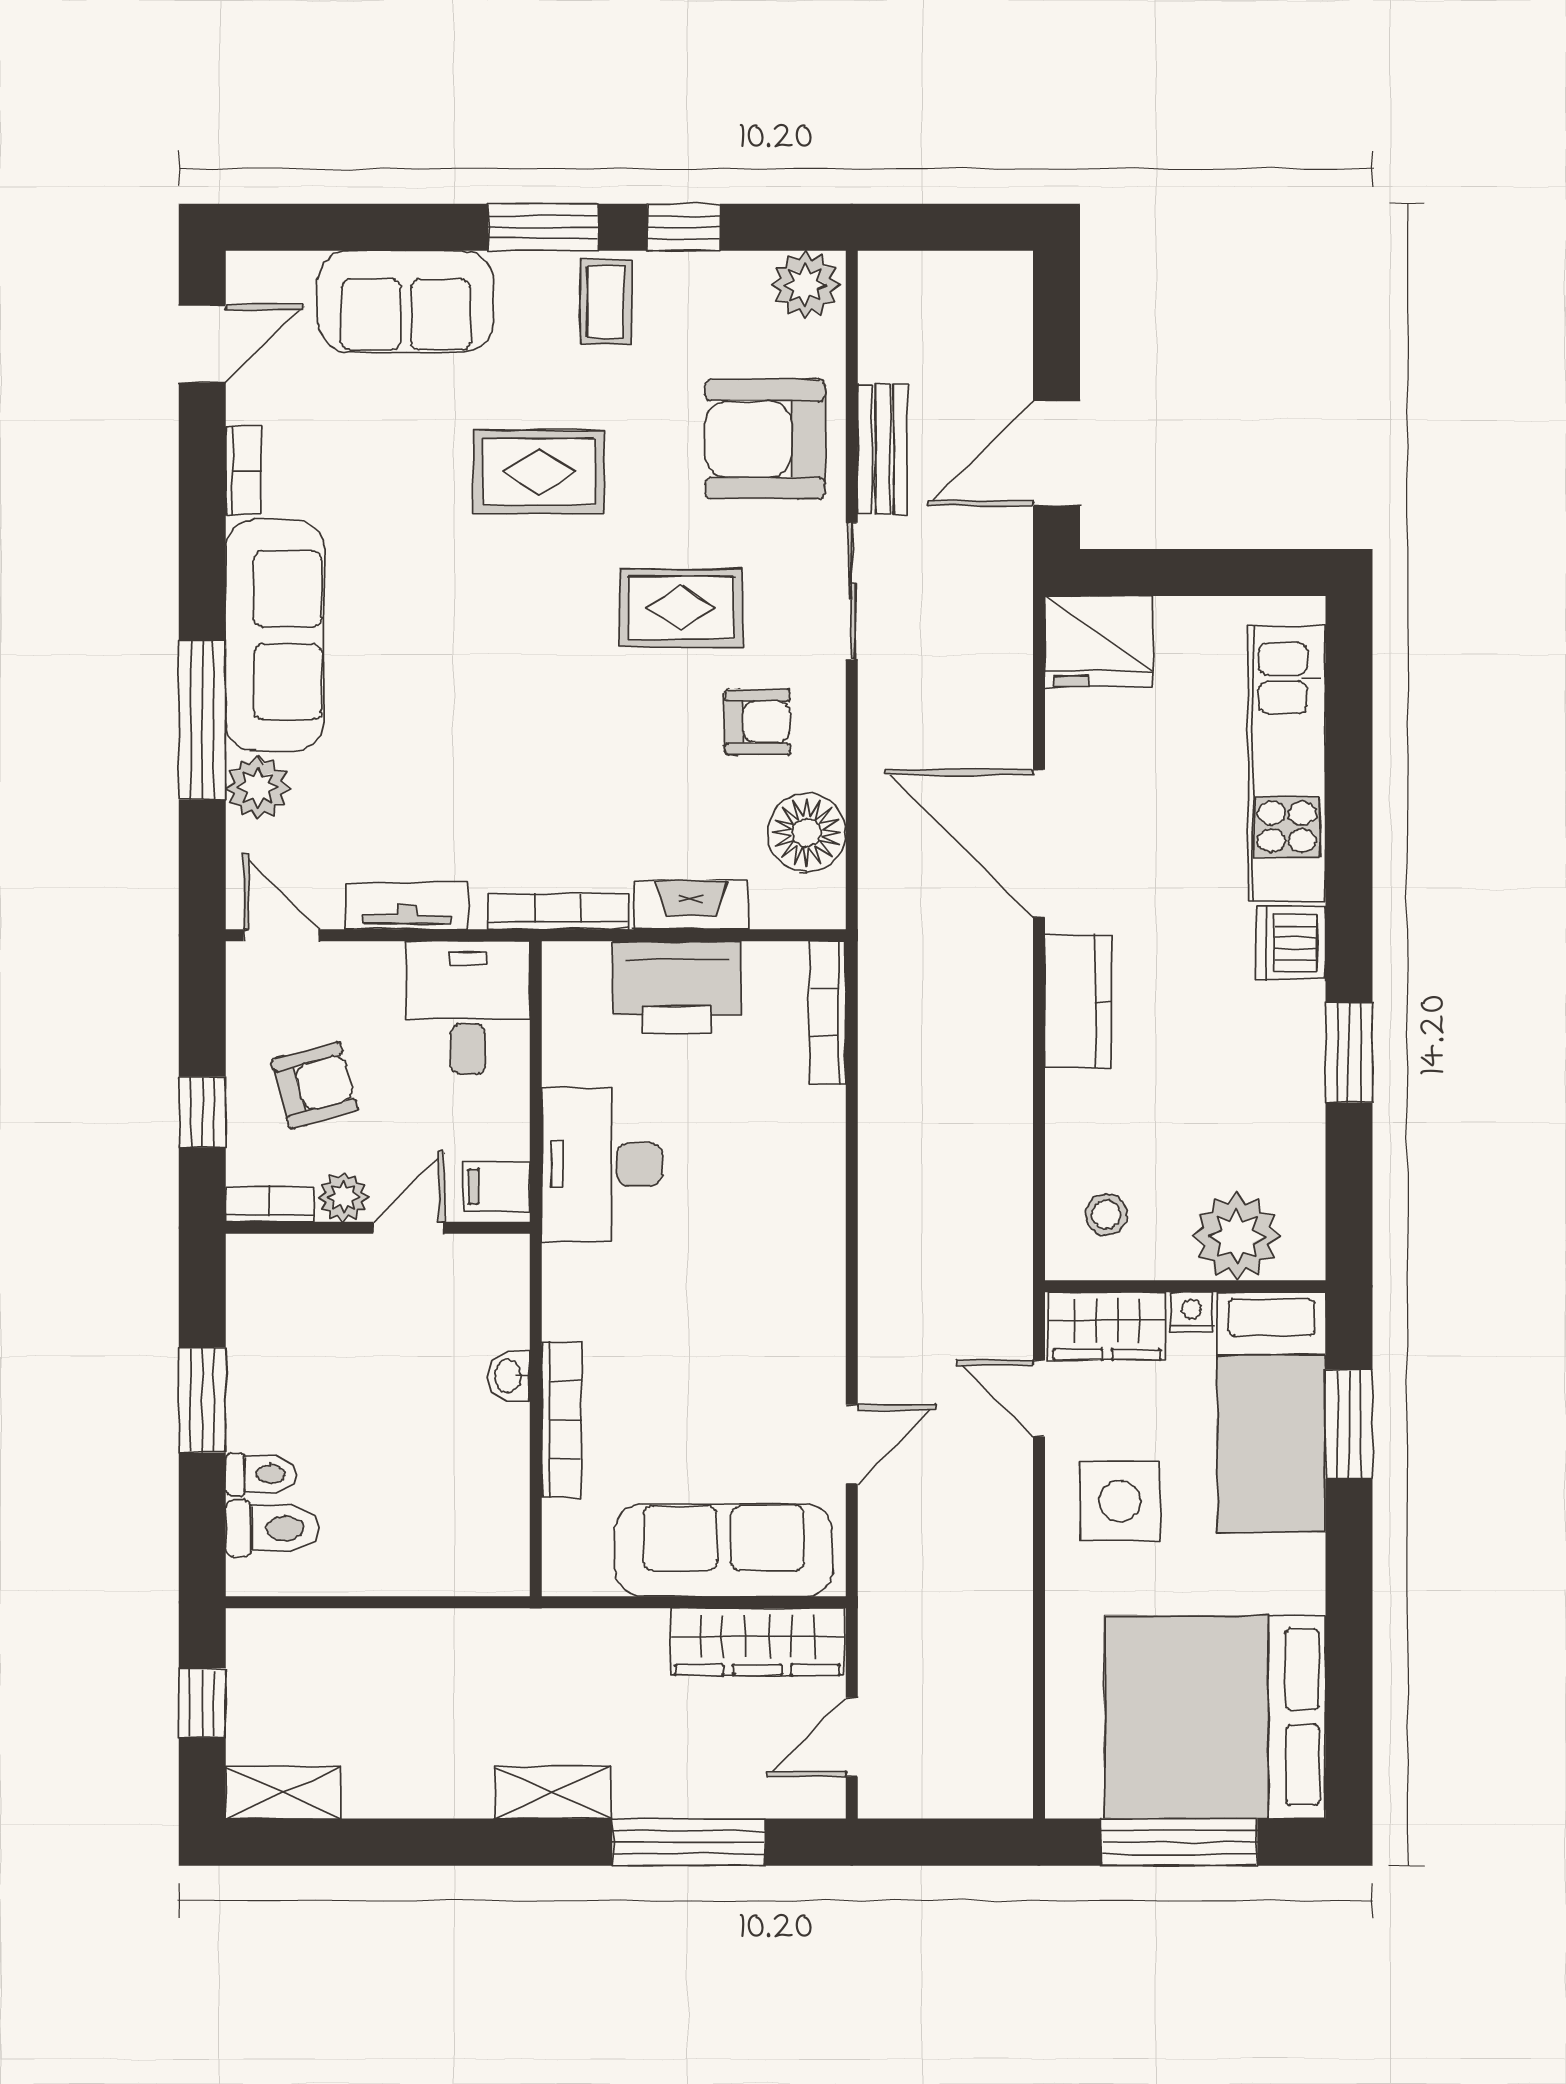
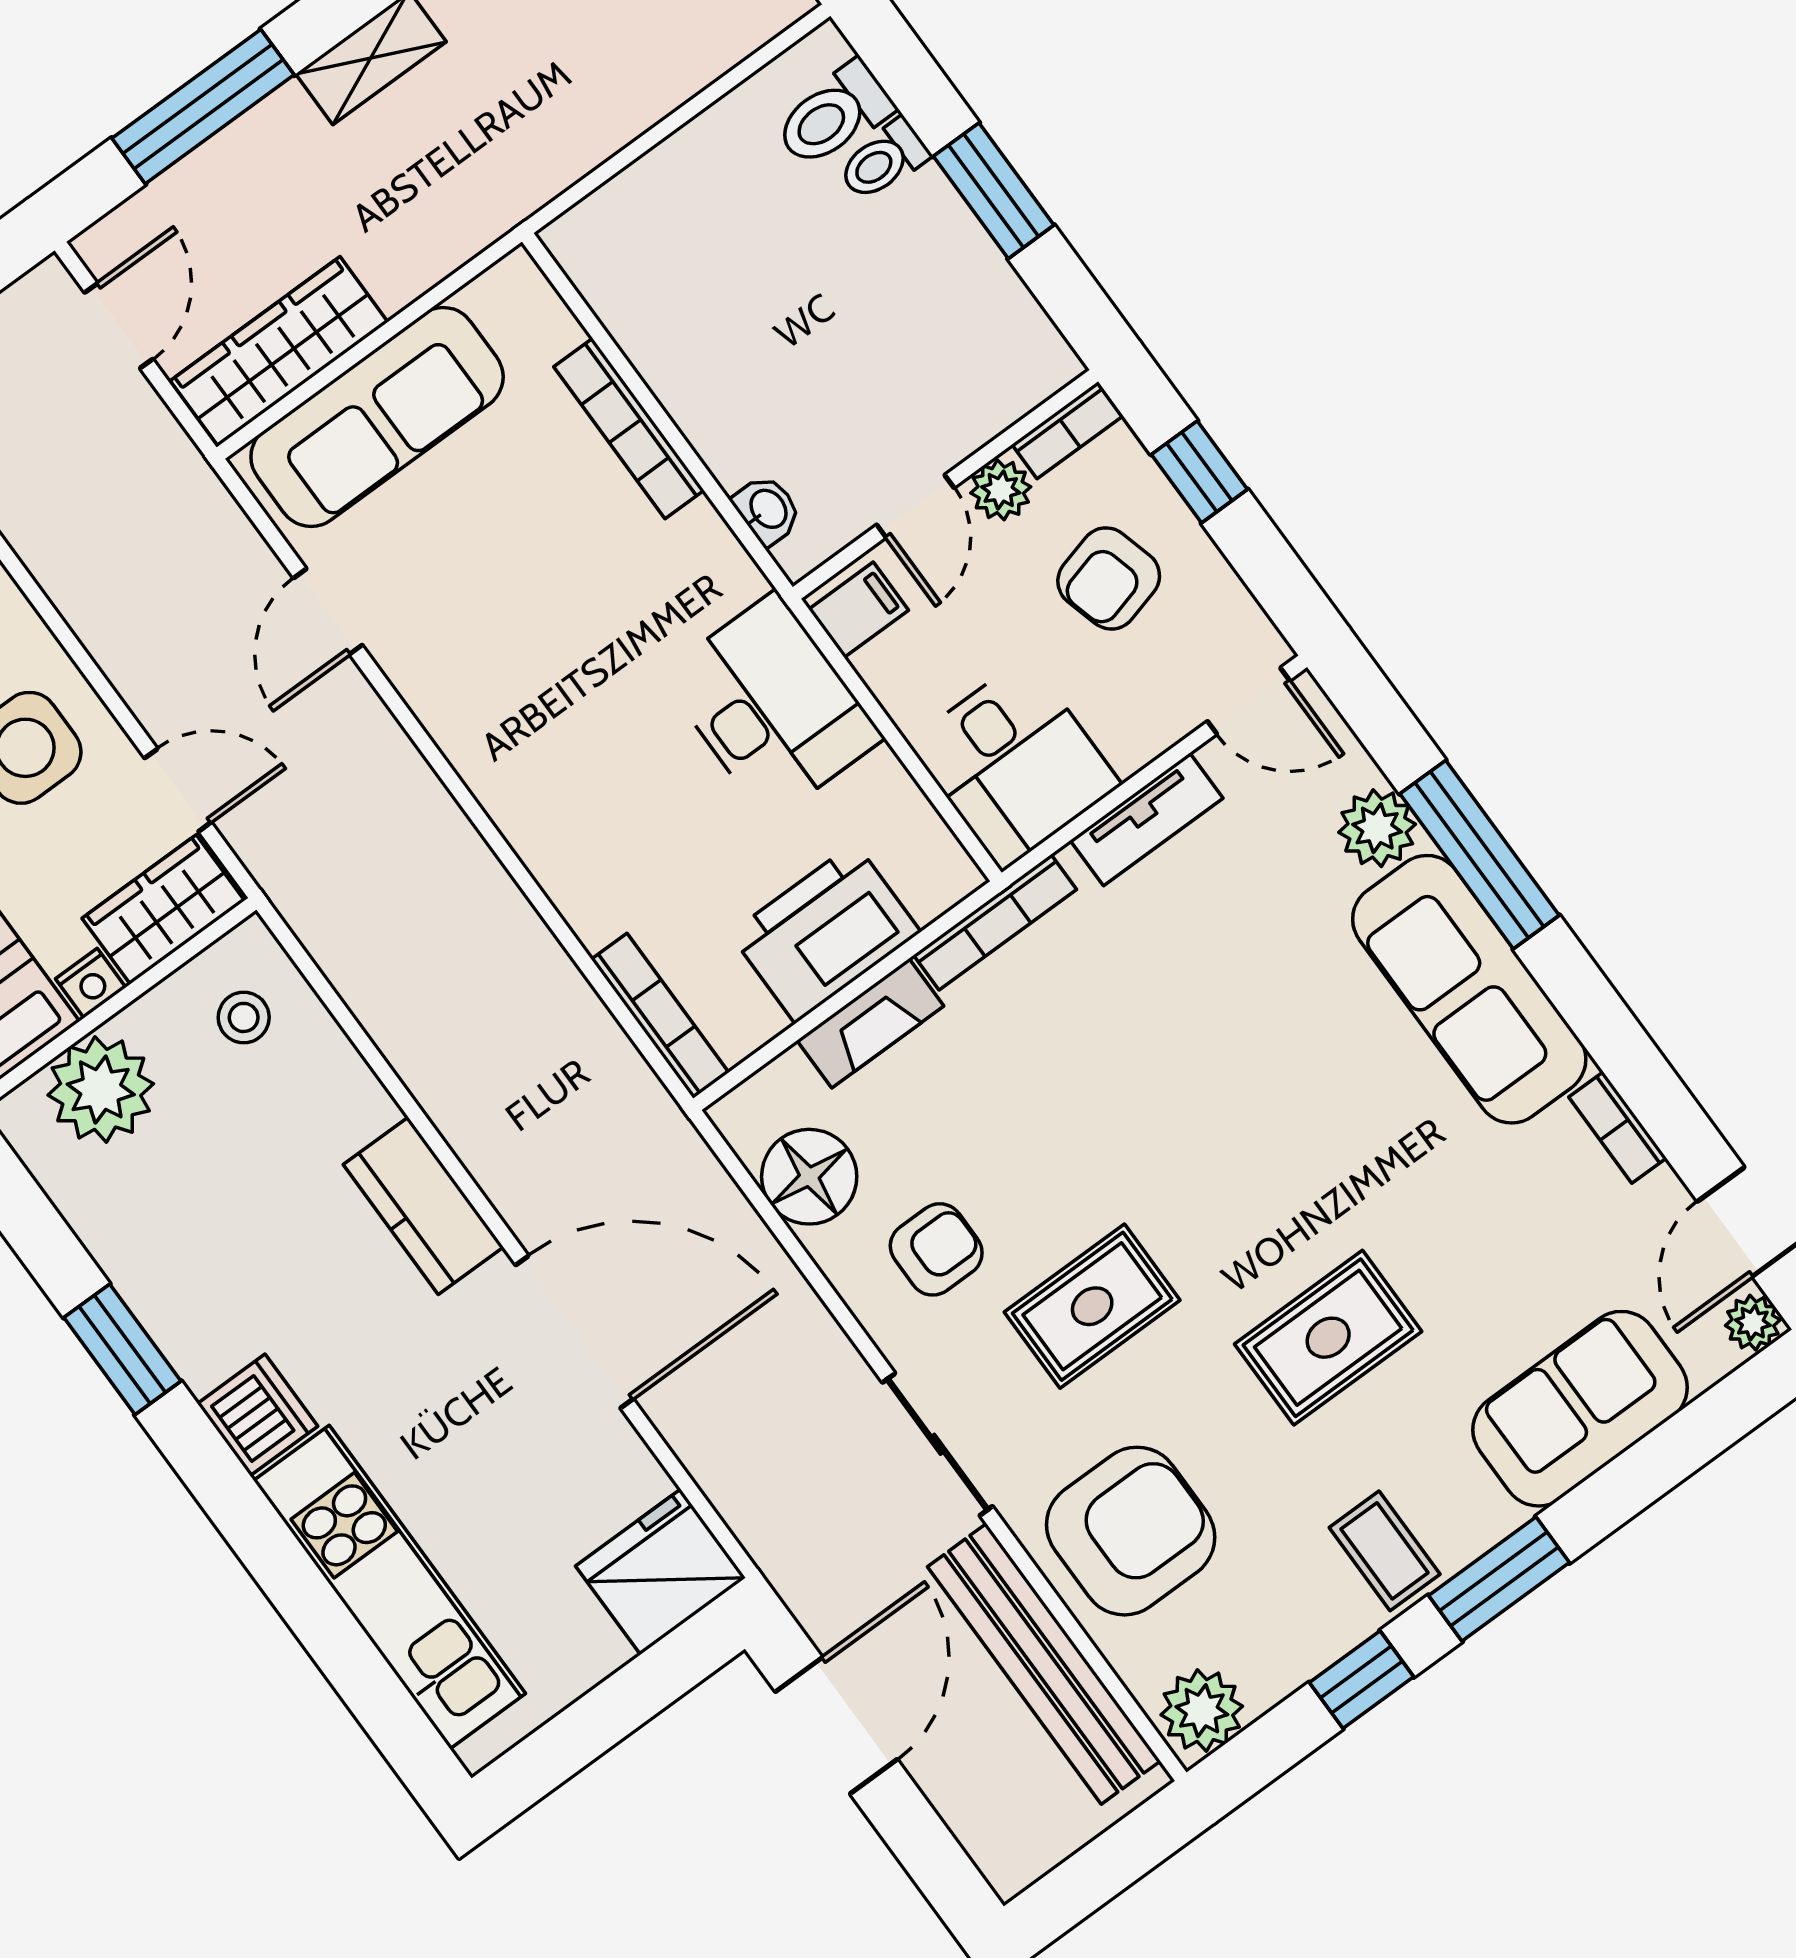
plant: (248, 274) -> (1753, 1323), added
bench: (882, 449) -> (1044, 1664), width x1.86, depth x1.21
armchair: (757, 722) -> (936, 1249), turned 180
washbasin: (509, 1376) -> (767, 510), moved

